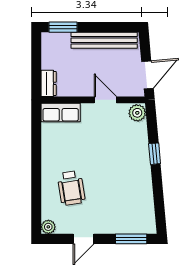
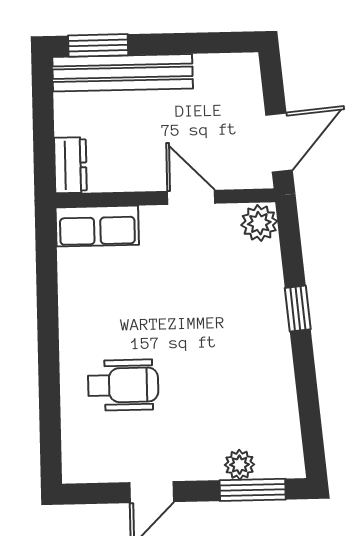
bench: (104, 40) -> (123, 73), moved
wheelchair: (71, 188) -> (123, 385), turned -81
plant: (48, 227) -> (240, 465), moved

